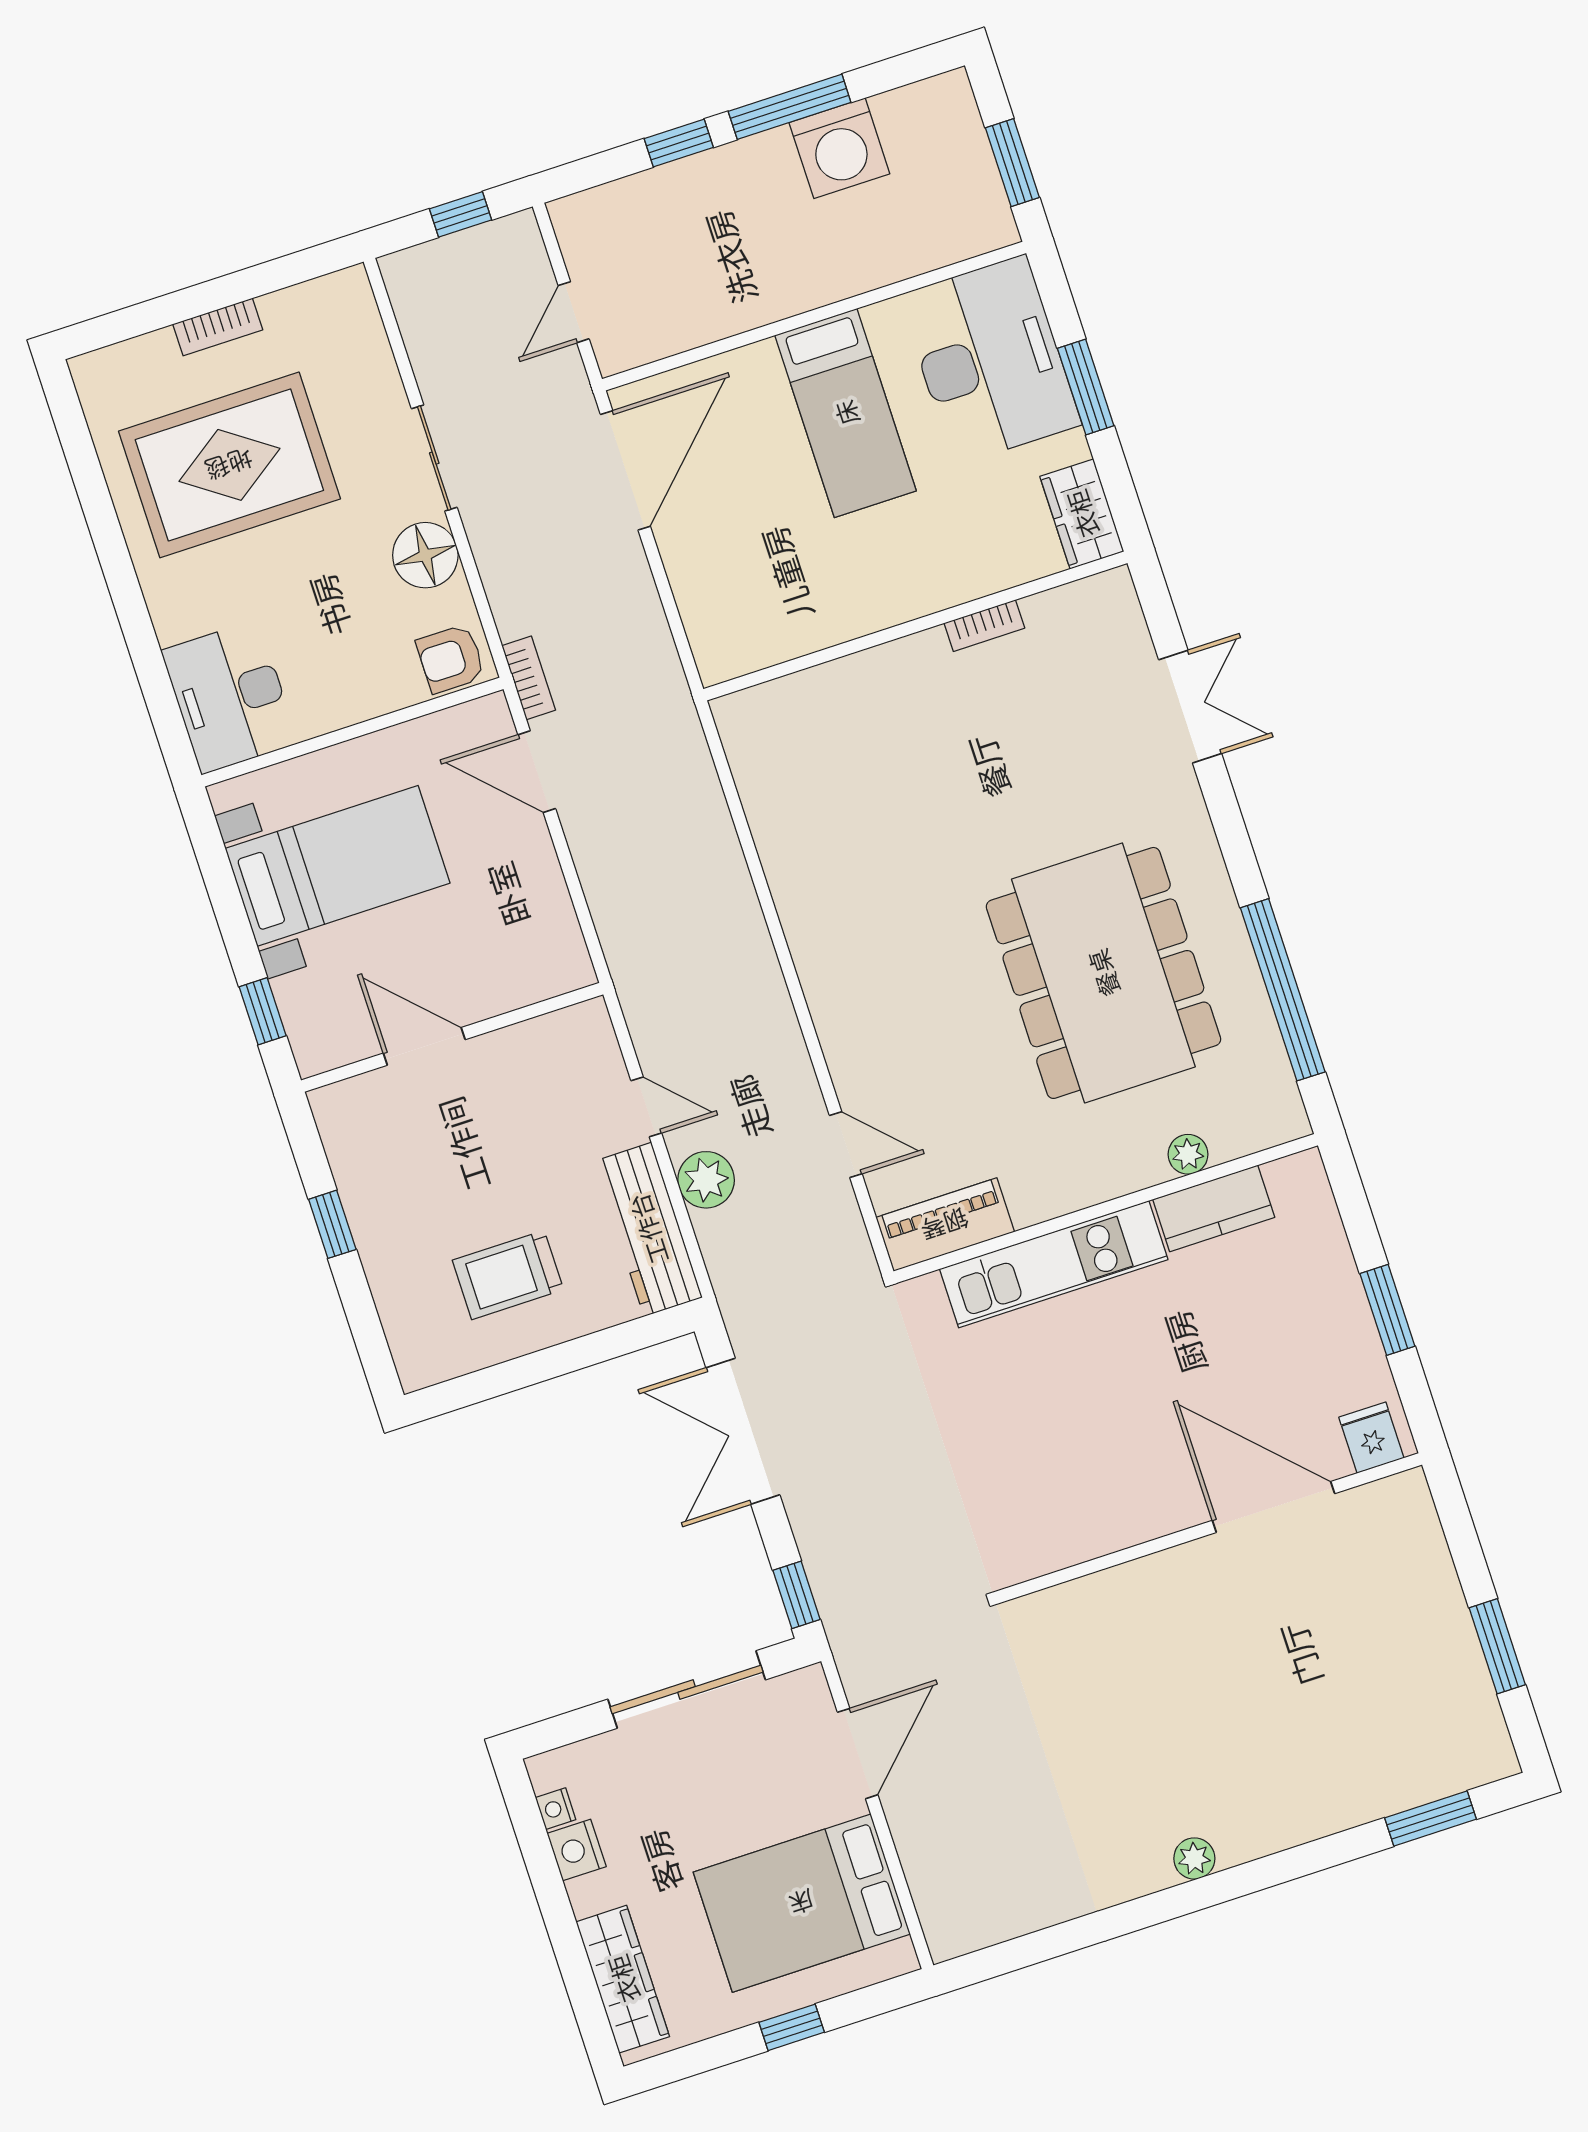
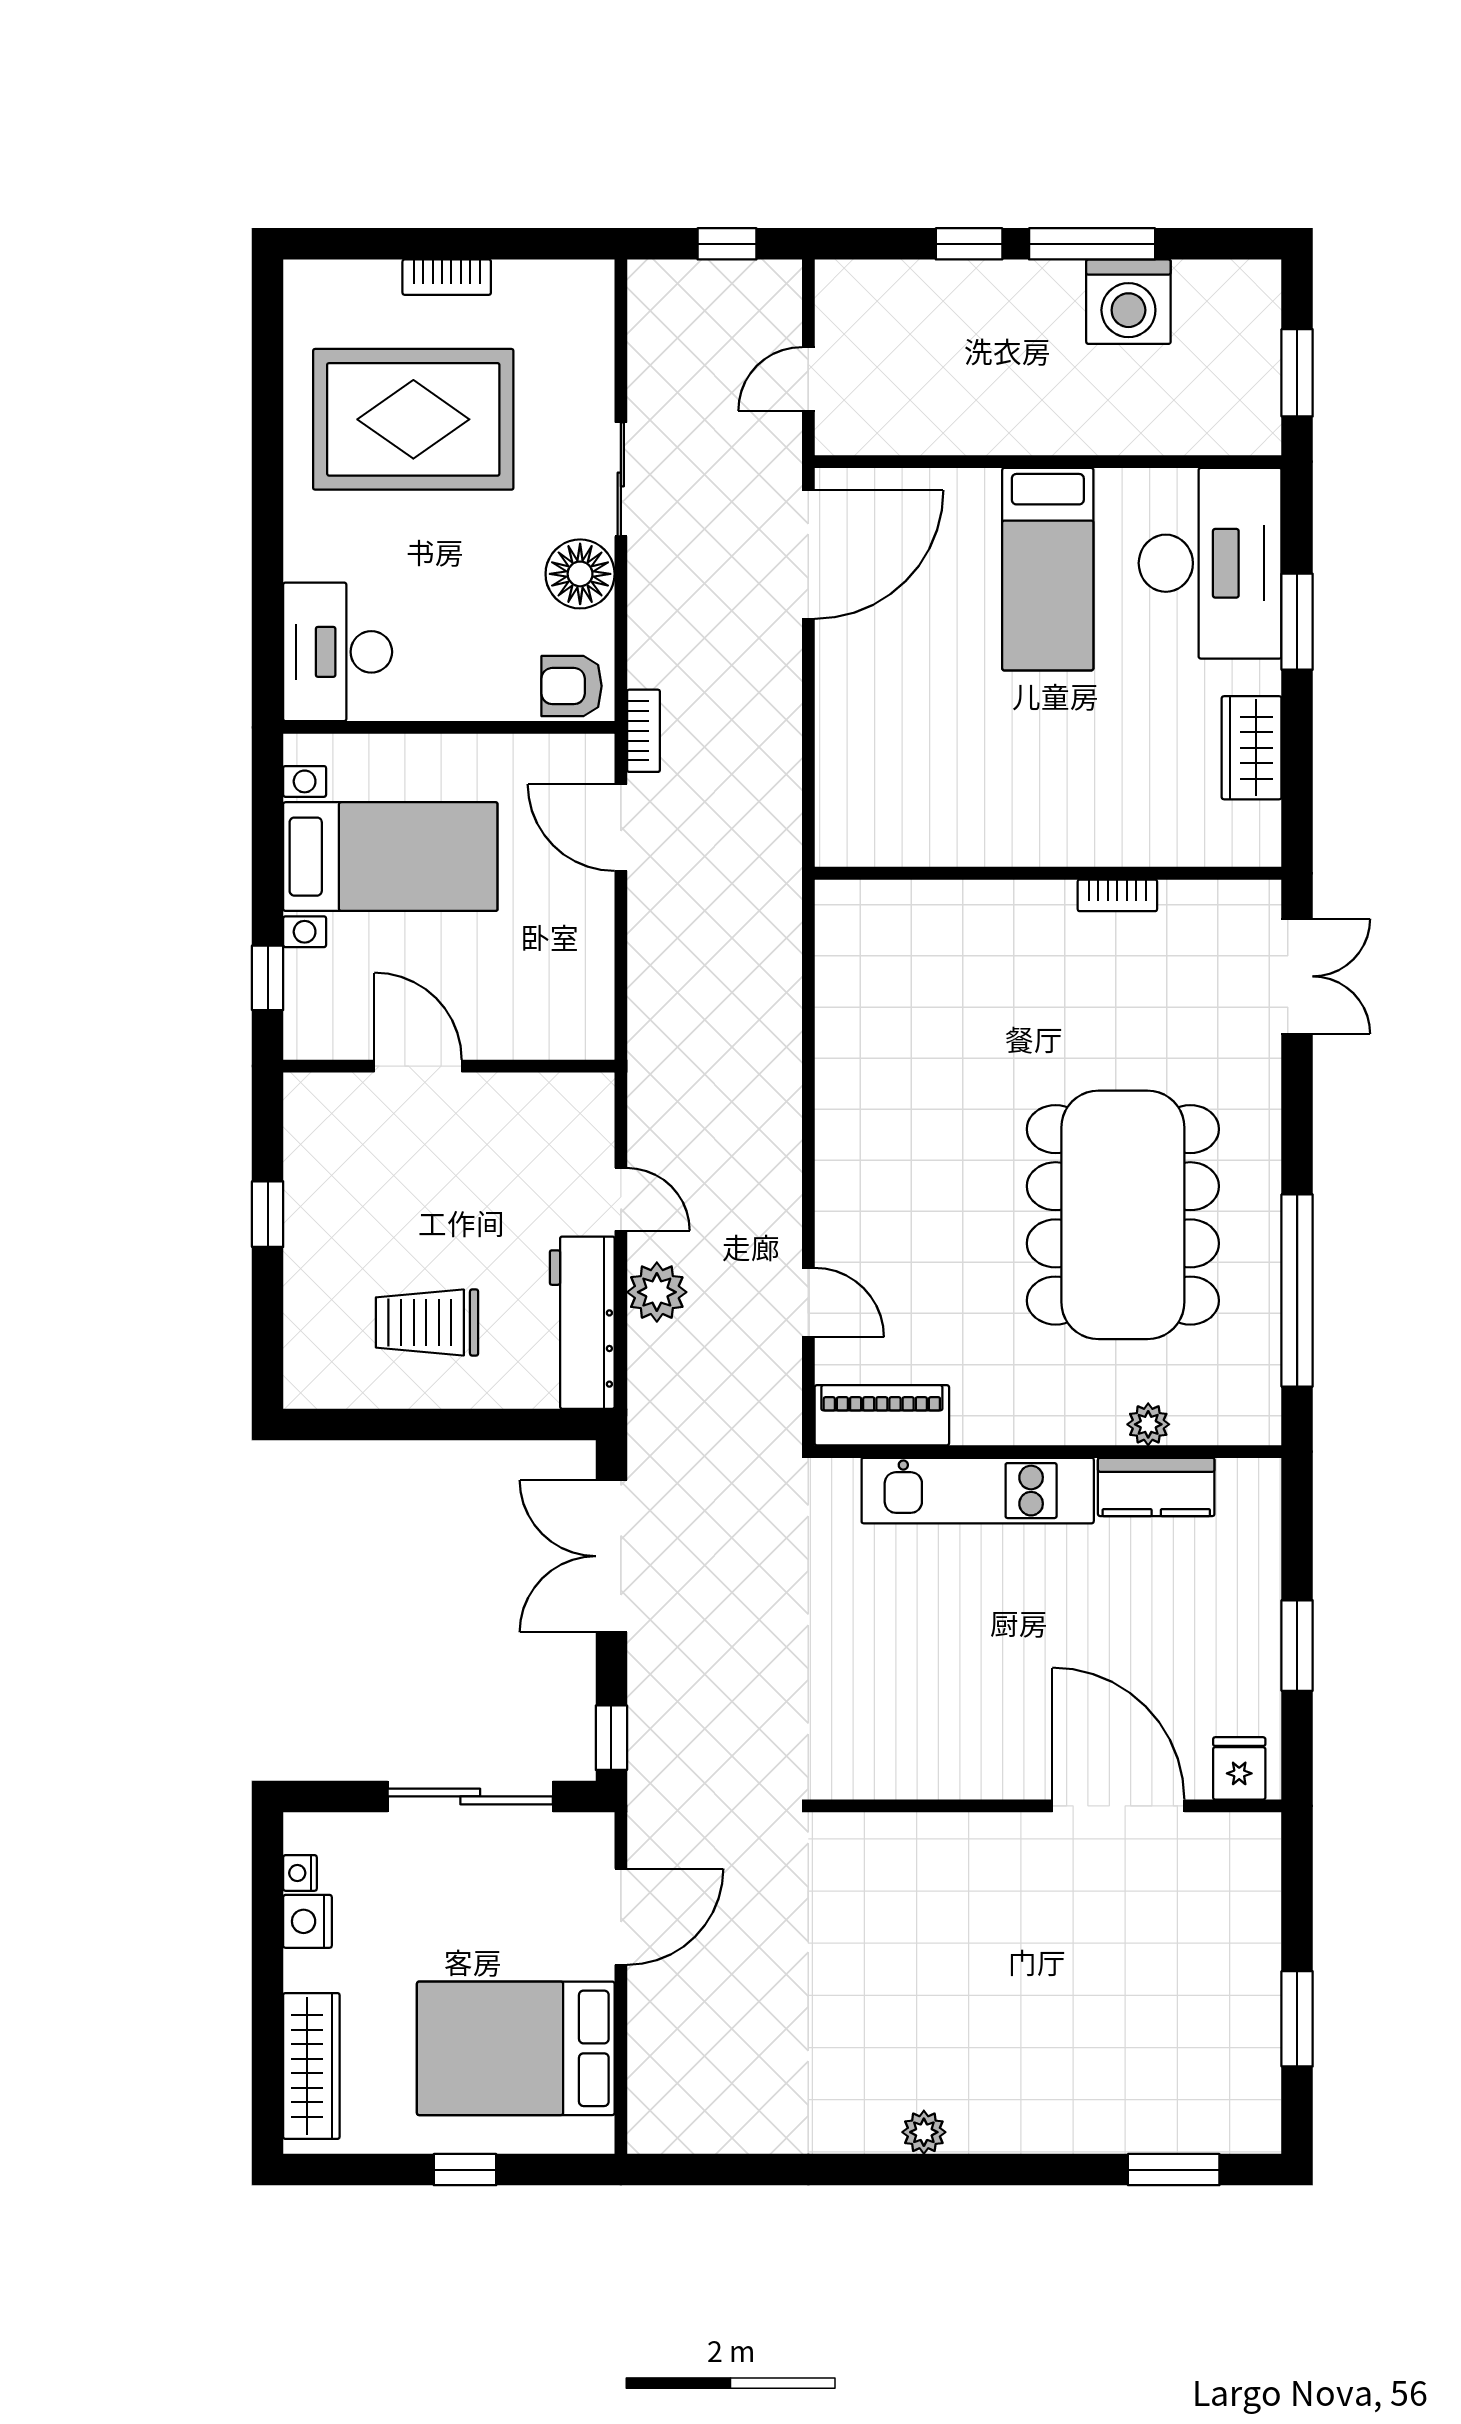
wall: (915, 626) -> (1048, 873), moved
bookcase: (984, 626) -> (1117, 895), moved

